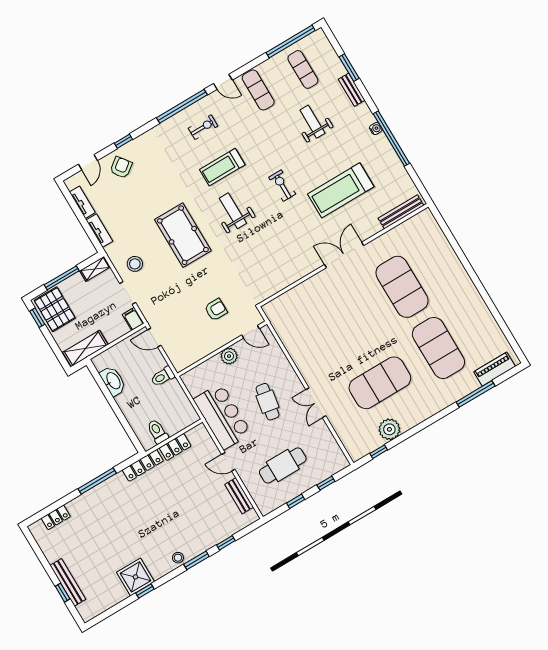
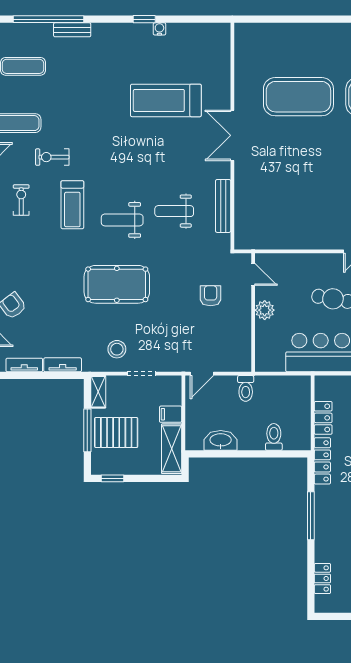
window: (349, 68) -> (49, 19), width x2.11
weight bench: (312, 122) -> (174, 211), moved
water cooler: (376, 129) -> (159, 29), moved
window: (391, 138) -> (144, 19), width x0.32
exercise bike: (282, 186) -> (52, 157), moved
treadmill: (341, 190) -> (166, 100), turned 90
bench: (401, 212) -> (223, 206), moved
pallet: (55, 309) -> (116, 433), moved
filing cabinet: (133, 319) -> (171, 414), moved
door: (250, 332) -> (253, 274), hinge flipped
toilet: (157, 432) -> (274, 437), moved, turned 90

